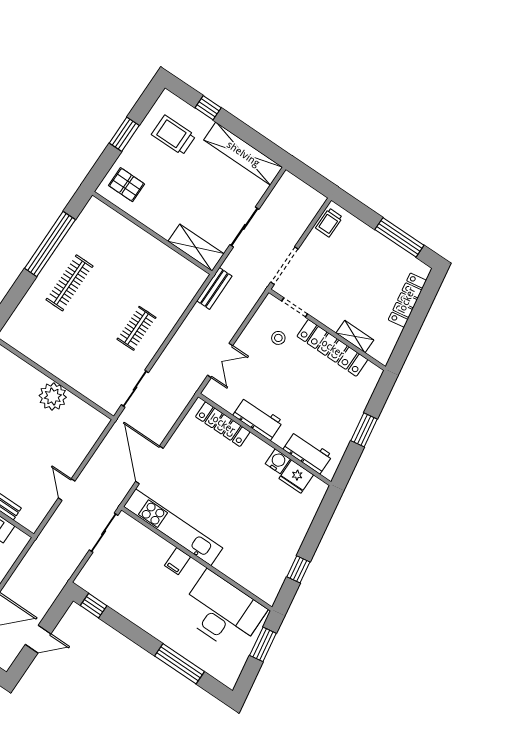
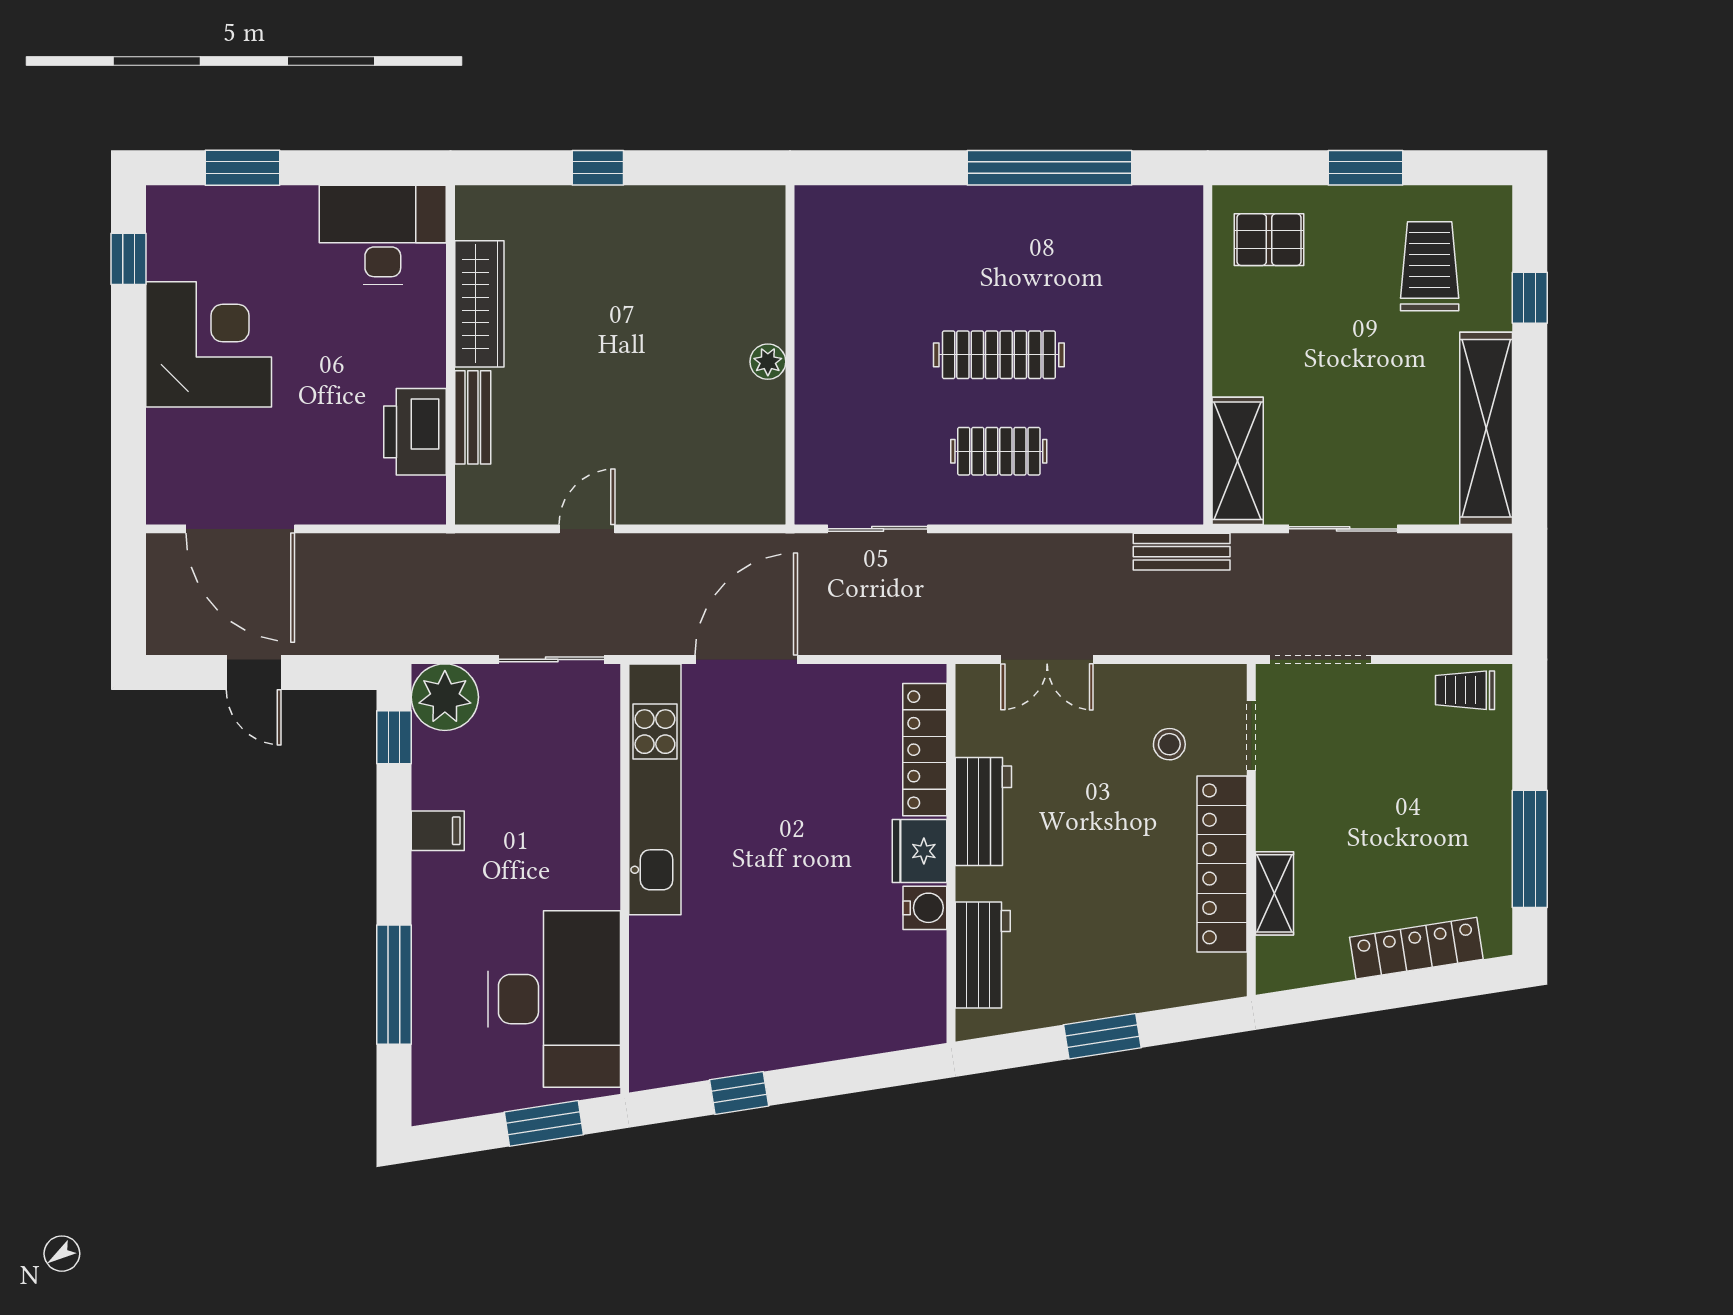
pallet: (127, 185) -> (1269, 240), turned 90
clothes rail: (70, 283) -> (999, 355), moved
plant: (53, 396) -> (768, 362), width x0.53, depth x0.53
fridge: (296, 477) -> (919, 851), moved
filing cabinet: (177, 561) -> (438, 831), moved, turned 180
plant: (92, 579) -> (445, 697), added

